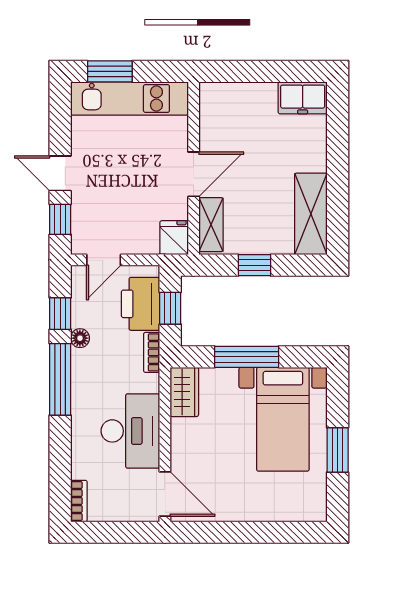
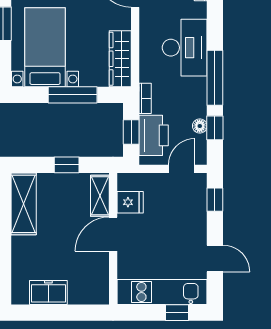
window: (110, 71) -> (177, 313), width x0.67
freezer: (303, 98) -> (48, 292), moved
door: (60, 173) -> (215, 258), moved
fridge: (174, 238) -> (130, 202), moved, turned -90
floor lamp: (80, 338) -> (200, 126), moved
wardrobe: (184, 392) -> (120, 59), width x1.50
desk: (130, 431) -> (185, 48), moved, turned 180

